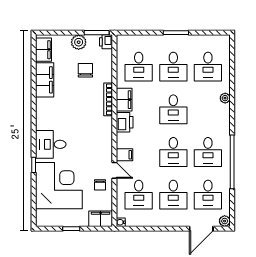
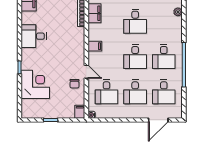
printer: (125, 122) -> (95, 32), removed
desk: (51, 144) -> (34, 36), moved
filing cabinet: (125, 155) -> (95, 46), moved
corner desk: (59, 186) -> (35, 84), width x0.74, depth x0.74
filing cabinet: (101, 219) -> (80, 112), width x0.50
plant: (225, 221) -> (178, 114), removed

